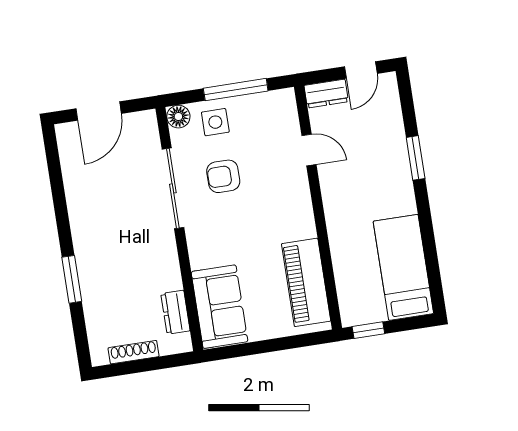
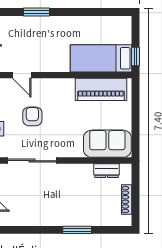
door: (309, 150) -> (22, 75), swing flipped
armchair: (223, 176) -> (32, 116), moved, turned 180
bed: (403, 267) -> (101, 58), moved

